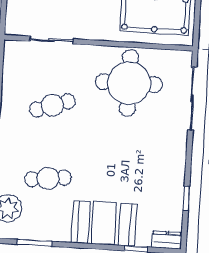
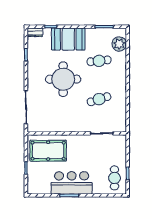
round table: (129, 83) -> (63, 79), moved

